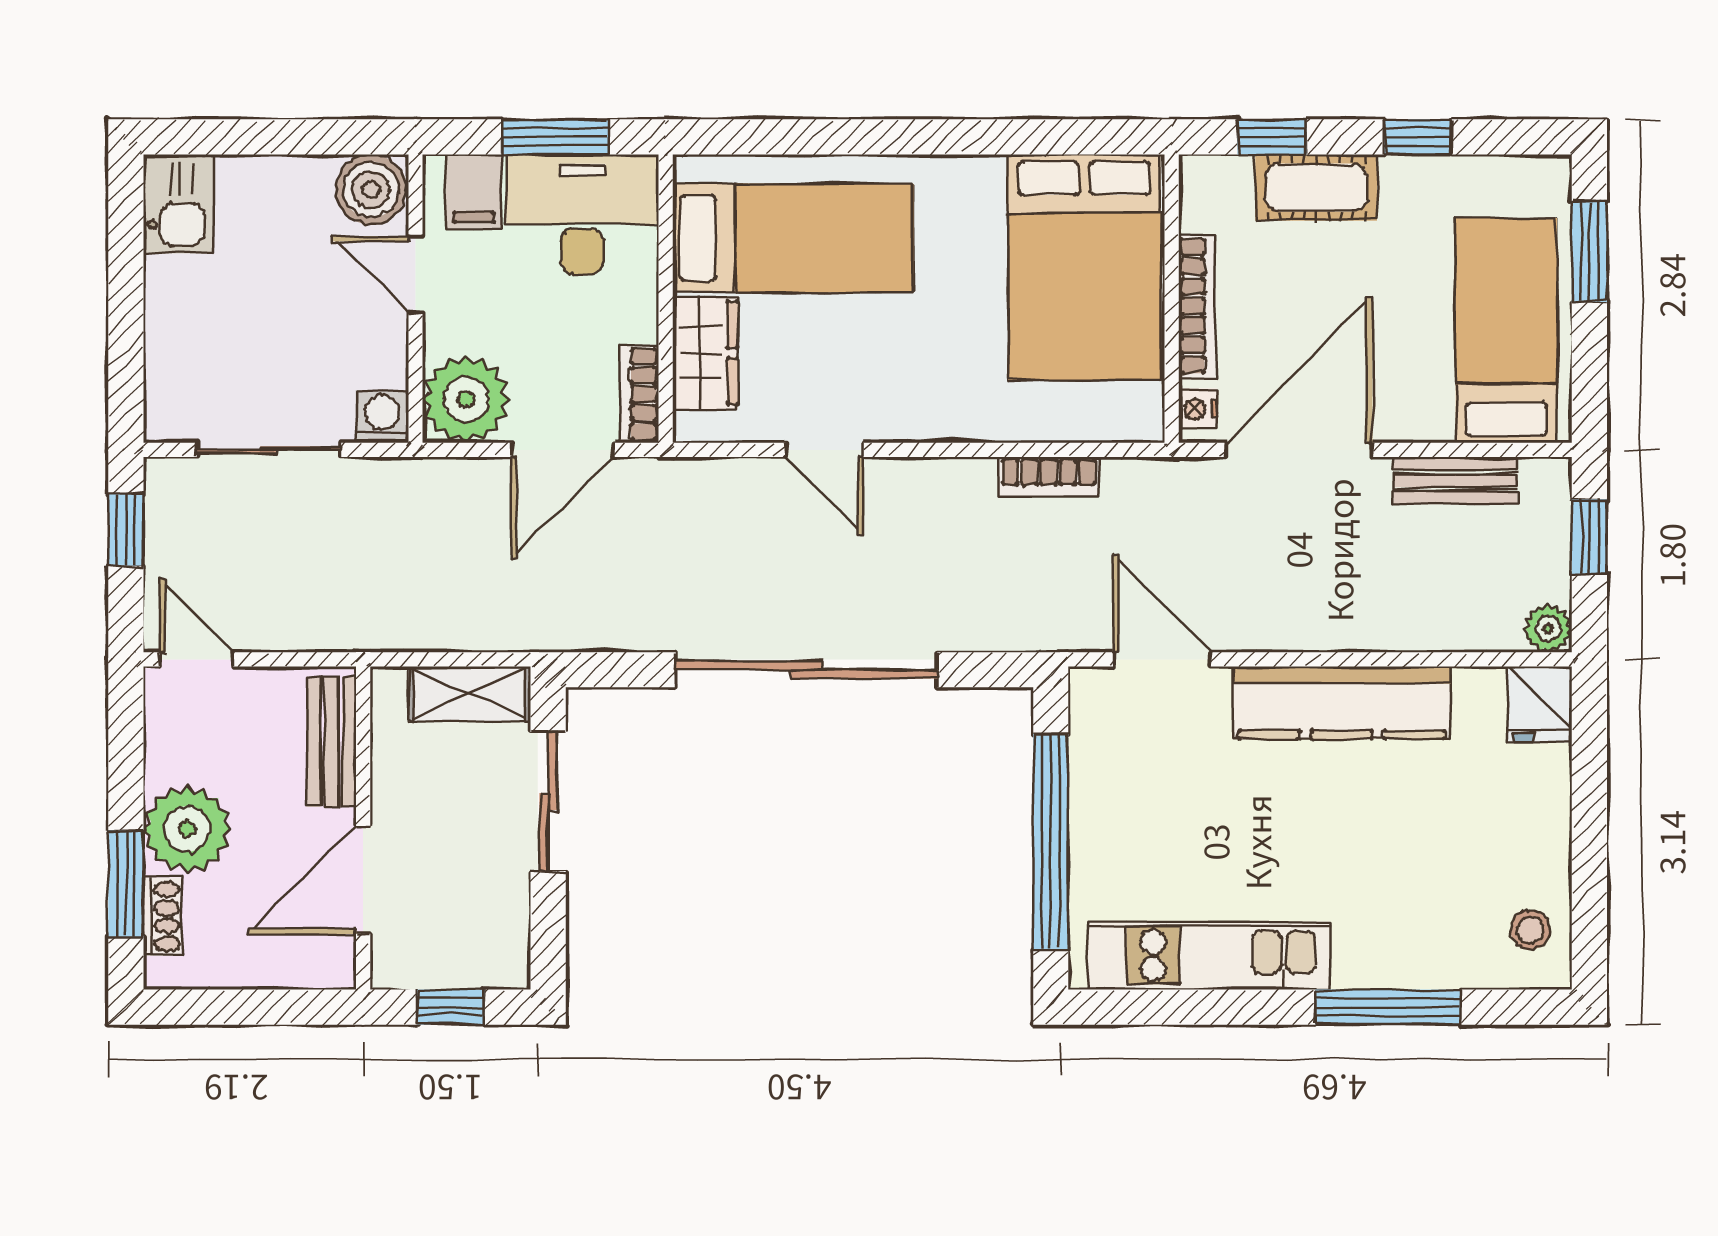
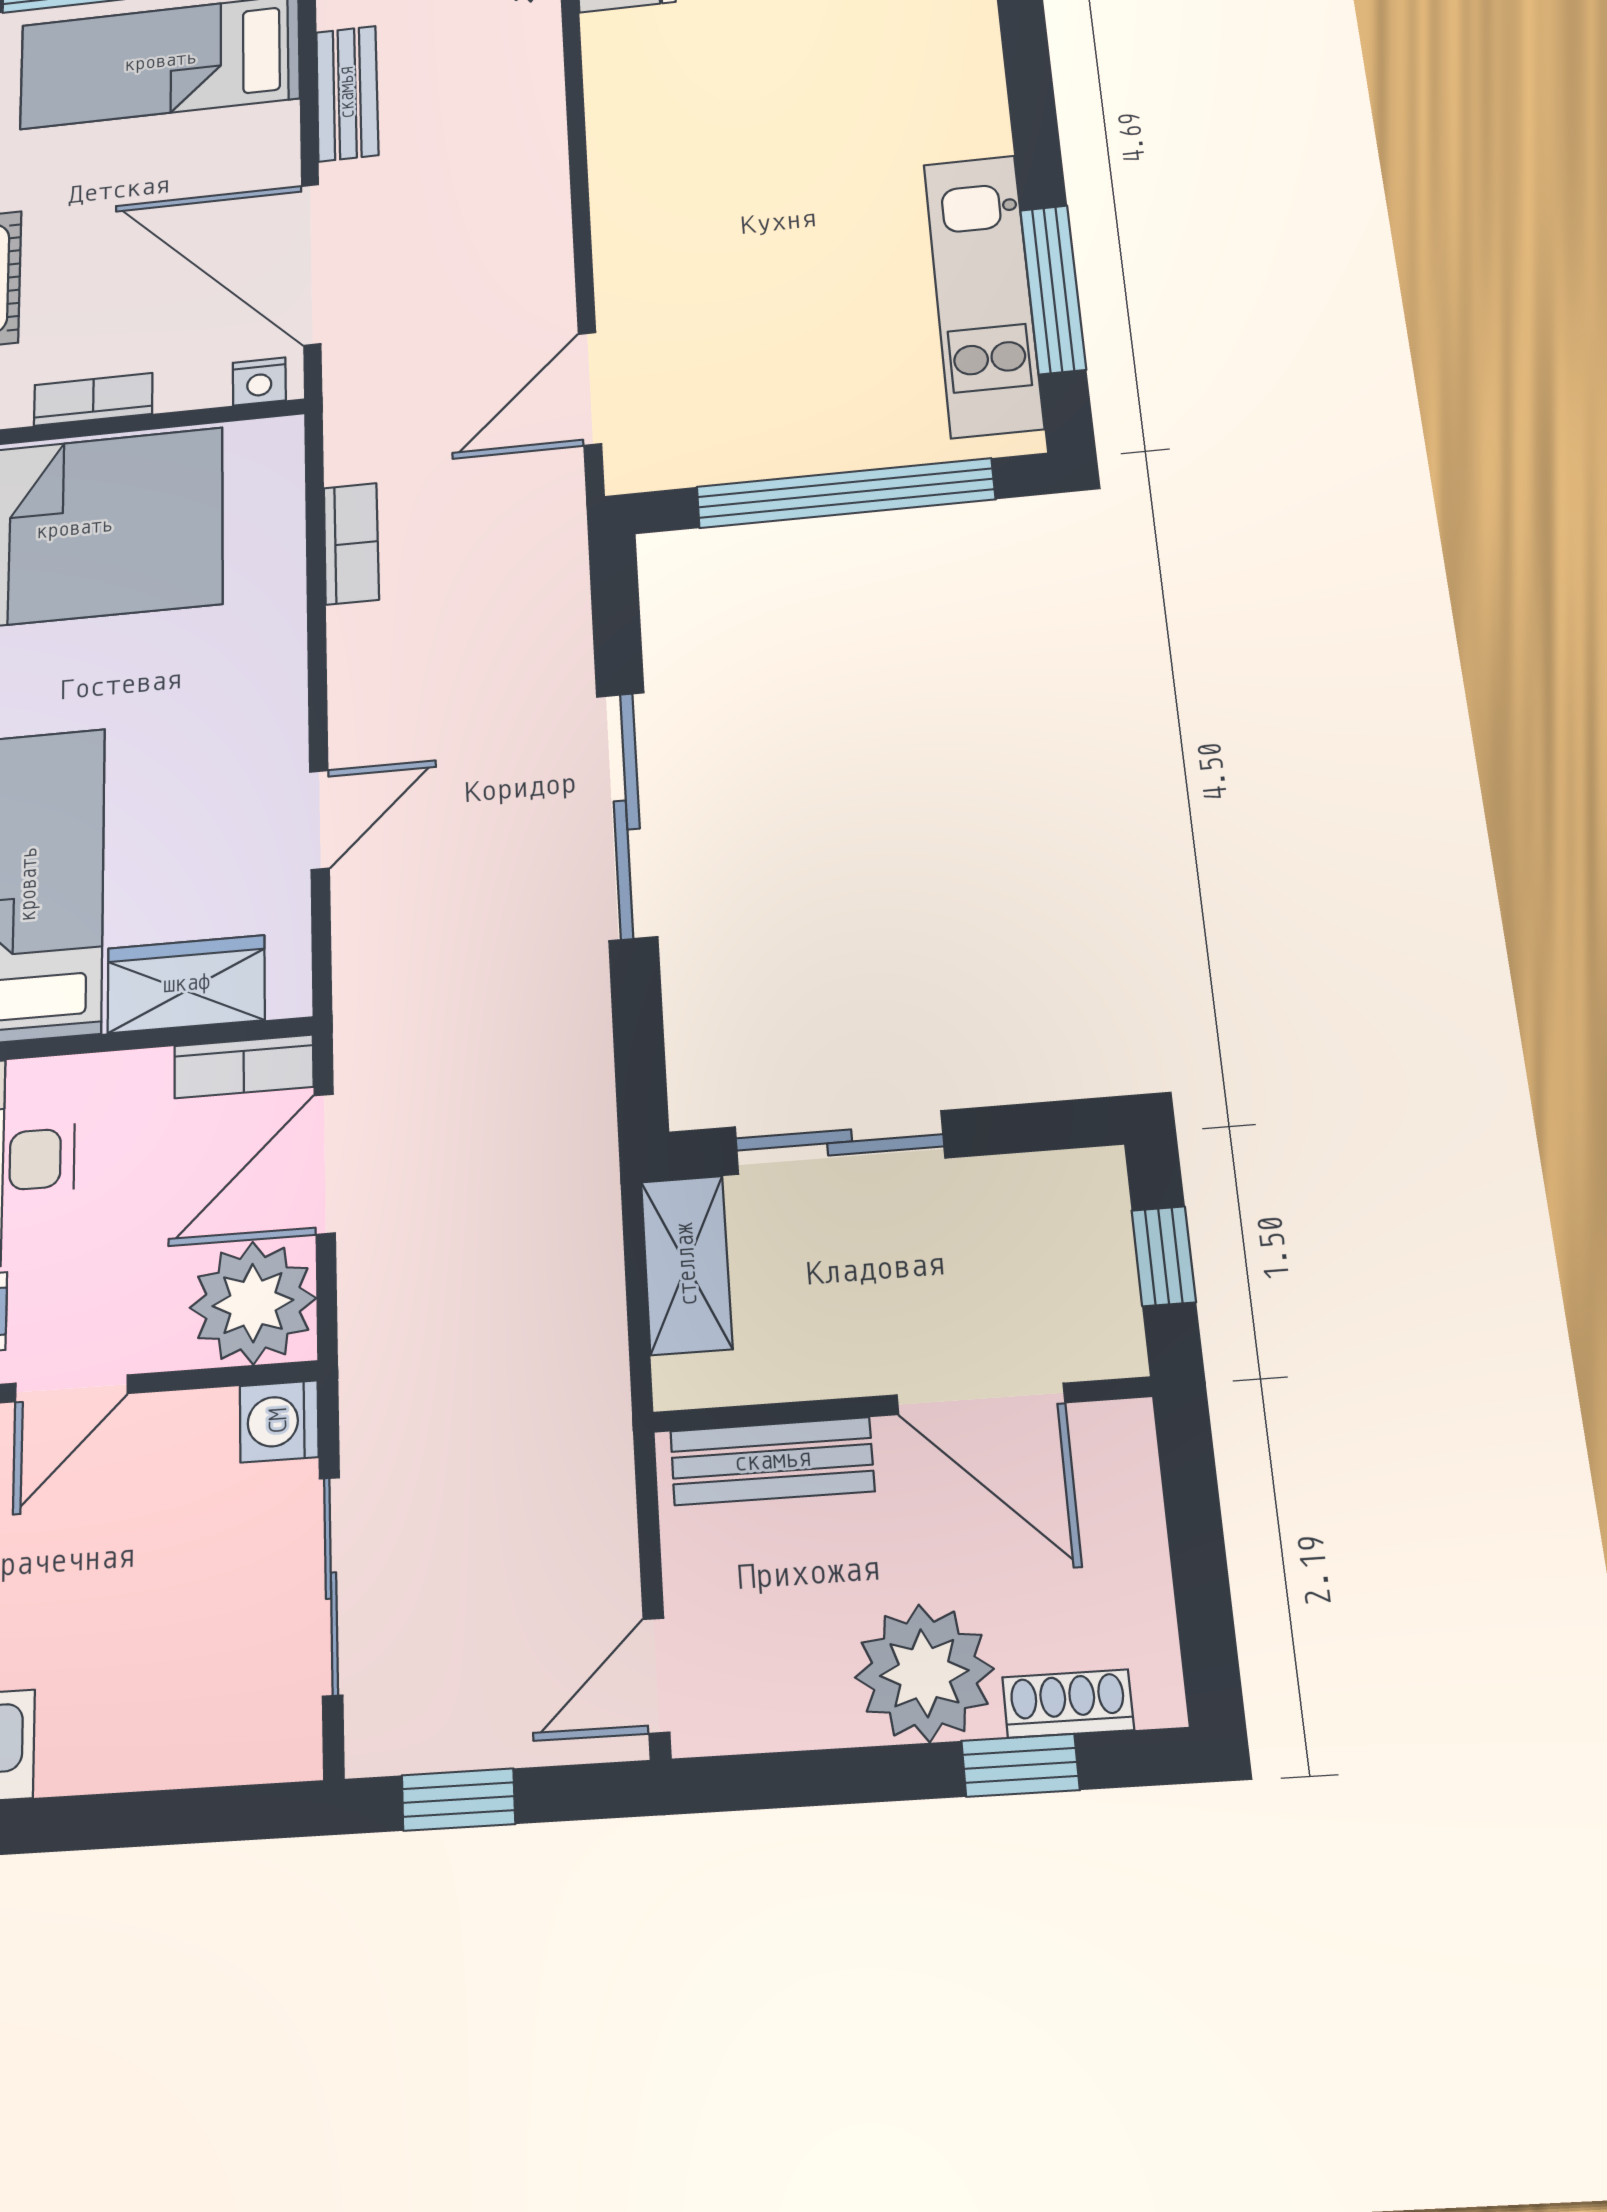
bookcase: (1197, 306) -> (93, 399), width x0.64
door: (562, 450) -> (325, 1164), swing flipped
sliding door: (807, 670) -> (627, 815), width x0.73
kitchen counter: (1342, 703) -> (636, 183), removed
window: (126, 884) -> (1020, 1765), width x0.67
window: (1388, 1007) -> (1053, 289), moved

